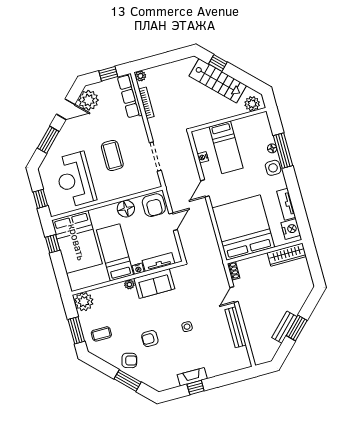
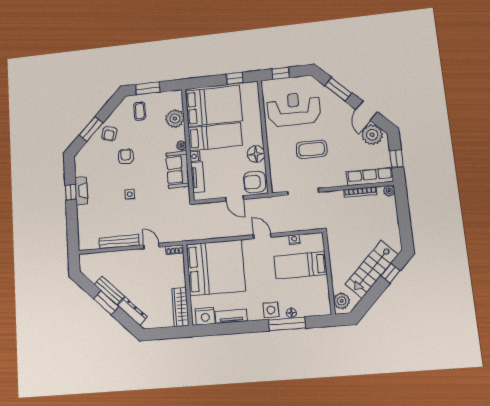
bed: (77, 242) -> (214, 106), moved, turned 180
dresser: (300, 300) -> (132, 311), added
plant: (84, 302) -> (175, 119), moved

